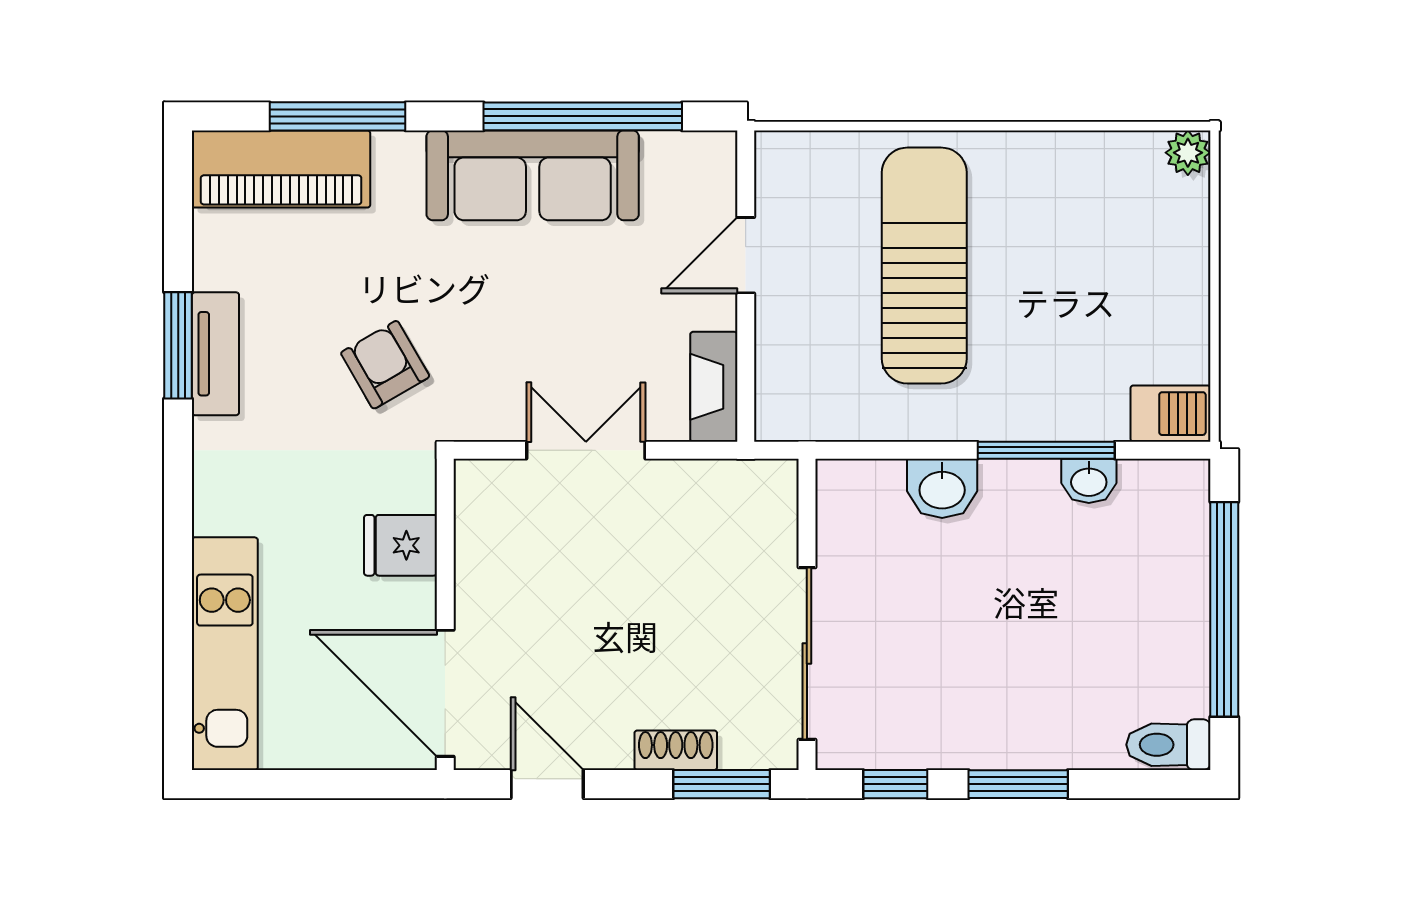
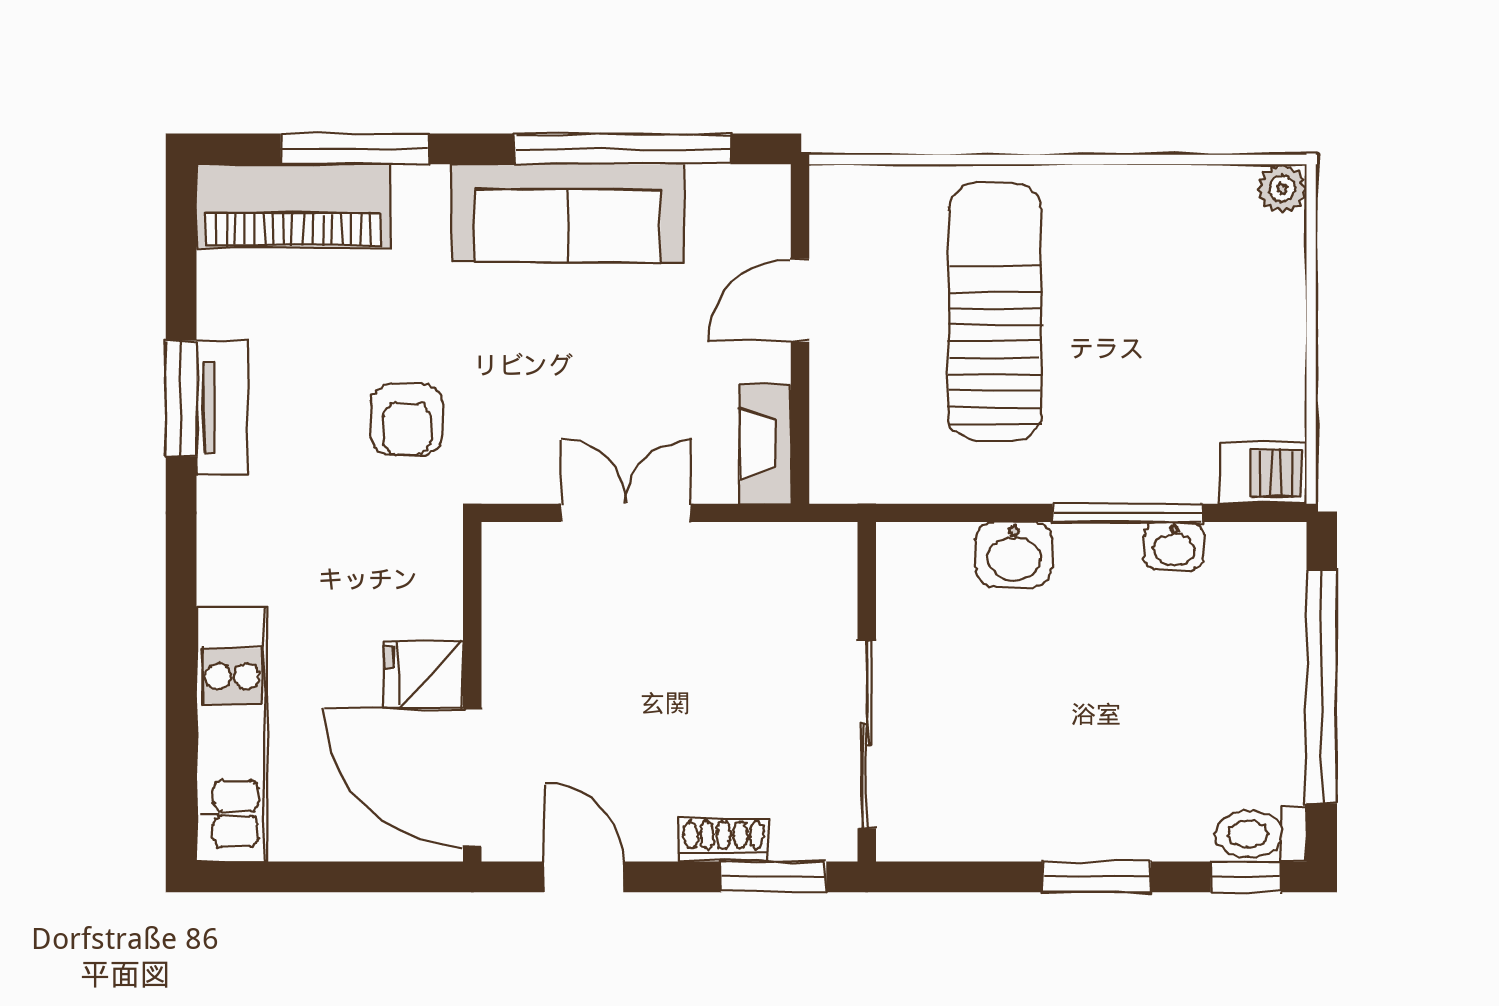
armchair: (385, 365) -> (407, 420), turned -150
fridge: (400, 545) -> (424, 675), moved
window: (895, 784) -> (1246, 877), moved

